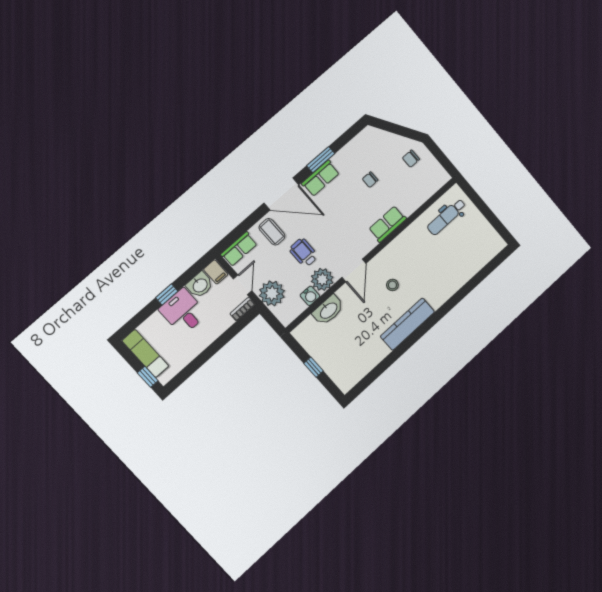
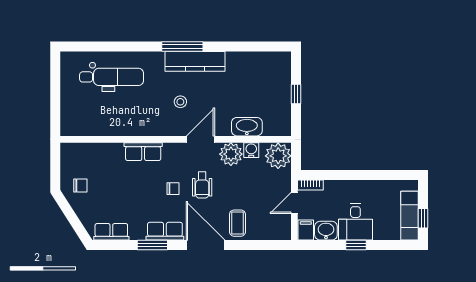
chair: (370, 180) -> (173, 189), moved
dental chair: (447, 217) -> (112, 77), moved, width x1.36, depth x1.38
row of seats: (239, 249) -> (111, 232), moved
wheelchair: (304, 253) -> (202, 185), moved
plant: (272, 293) -> (278, 156), moved
window: (426, 327) -> (182, 47), added
window: (148, 377) -> (423, 218), moved

